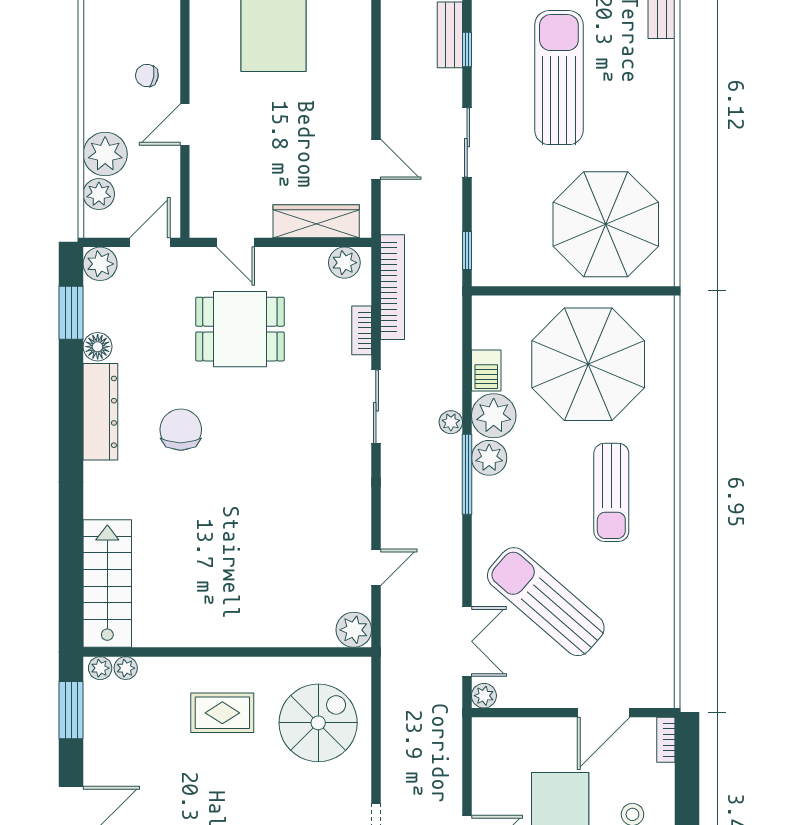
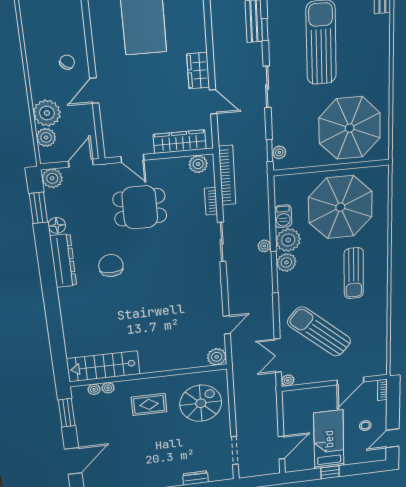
chair: (147, 75) -> (67, 62), turned 116
wardrobe: (355, 106) -> (198, 71), added
plant: (483, 255) -> (279, 152), added
stairs: (107, 584) -> (103, 366), moved, turned -90
double door: (467, 641) -> (278, 356), swing flipped
plant: (100, 668) -> (108, 388), moved

